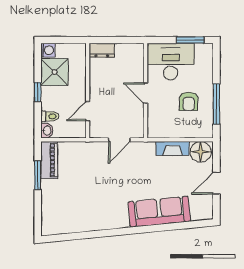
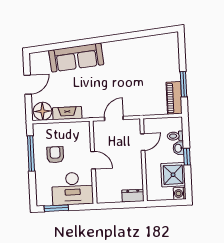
washbasin: (47, 131) -> (178, 148), moved

